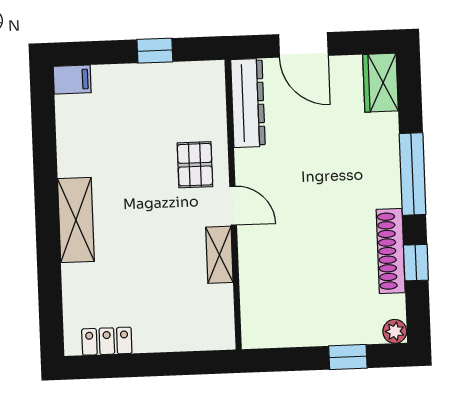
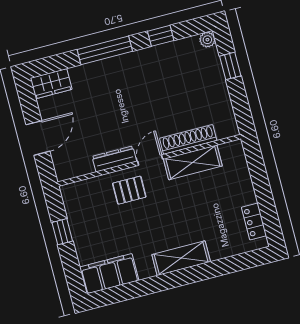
filing cabinet: (72, 80) -> (109, 274), width x3.00, depth x1.17
dresser: (248, 103) -> (114, 159), moved, width x0.73, depth x0.80
shoe rack: (391, 251) -> (188, 139), moved, turned 180
shelving: (219, 255) -> (193, 162), width x1.50, depth x1.33

